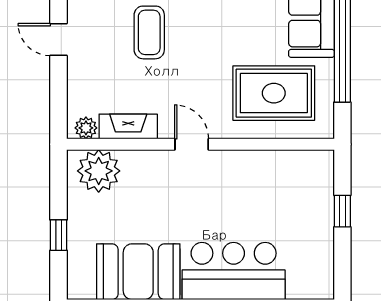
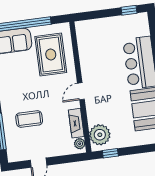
window: (342, 211) -> (129, 10), moved
window: (58, 235) -> (110, 153), moved

